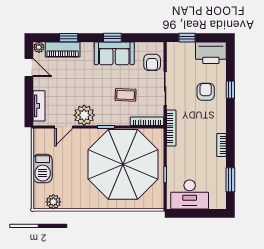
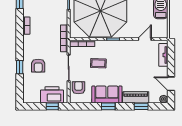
piano: (63, 50) -> (136, 97), moved
printer: (211, 53) -> (52, 95), moved
plant: (84, 115) -> (129, 48), removed

